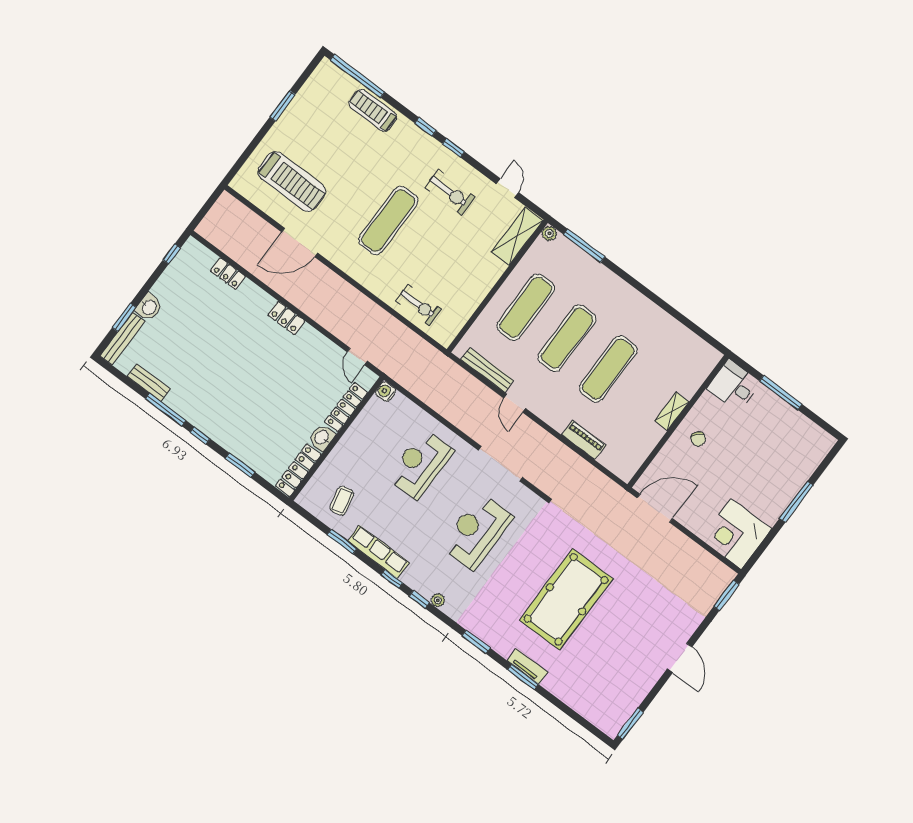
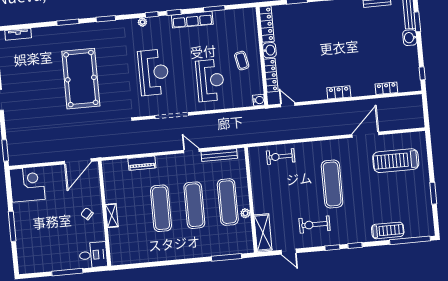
plant: (549, 233) -> (245, 213), moved
coffee table: (342, 501) -> (242, 61), moved
tv unit: (527, 666) -> (18, 34), moved

